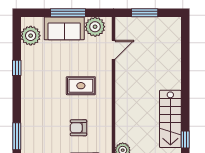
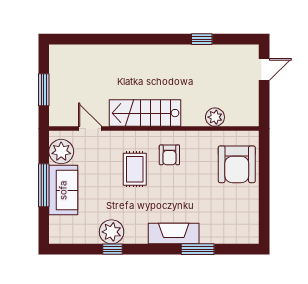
plant: (31, 36) -> (112, 232), moved
fireplace: (29, 117) -> (174, 234), added
stairs: (170, 119) -> (145, 113), moved, turned 180
armchair: (78, 128) -> (169, 155), moved

